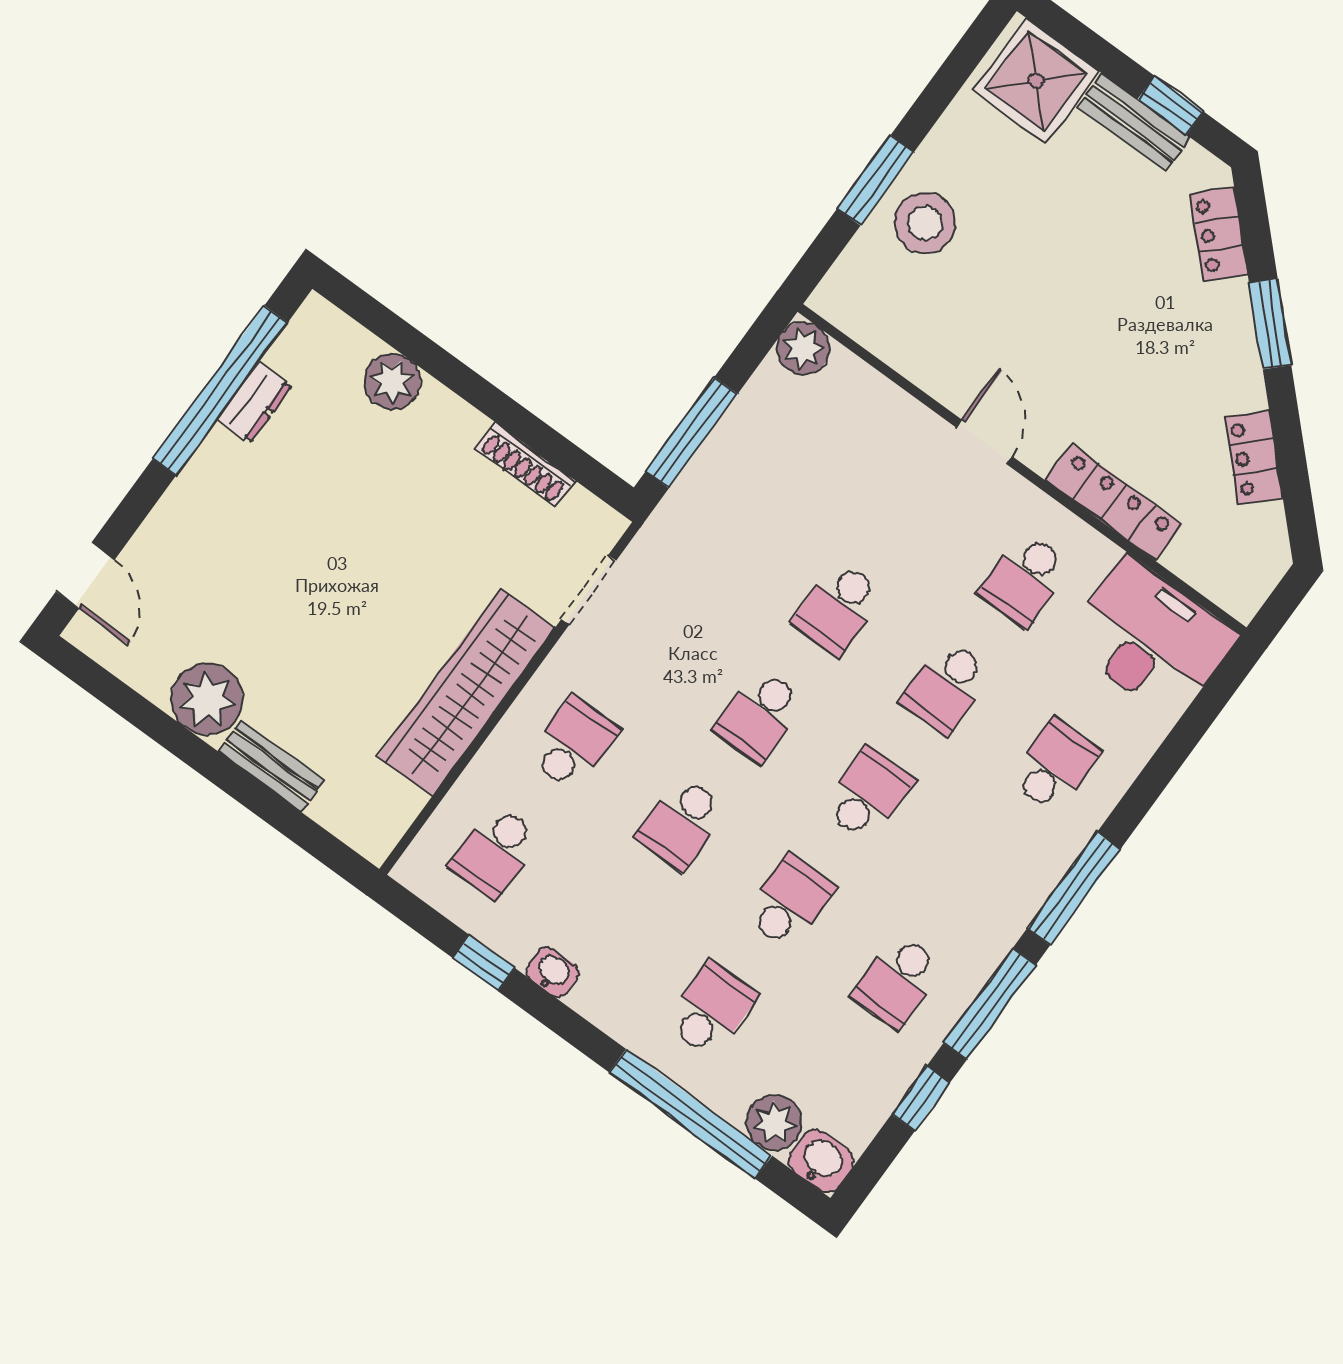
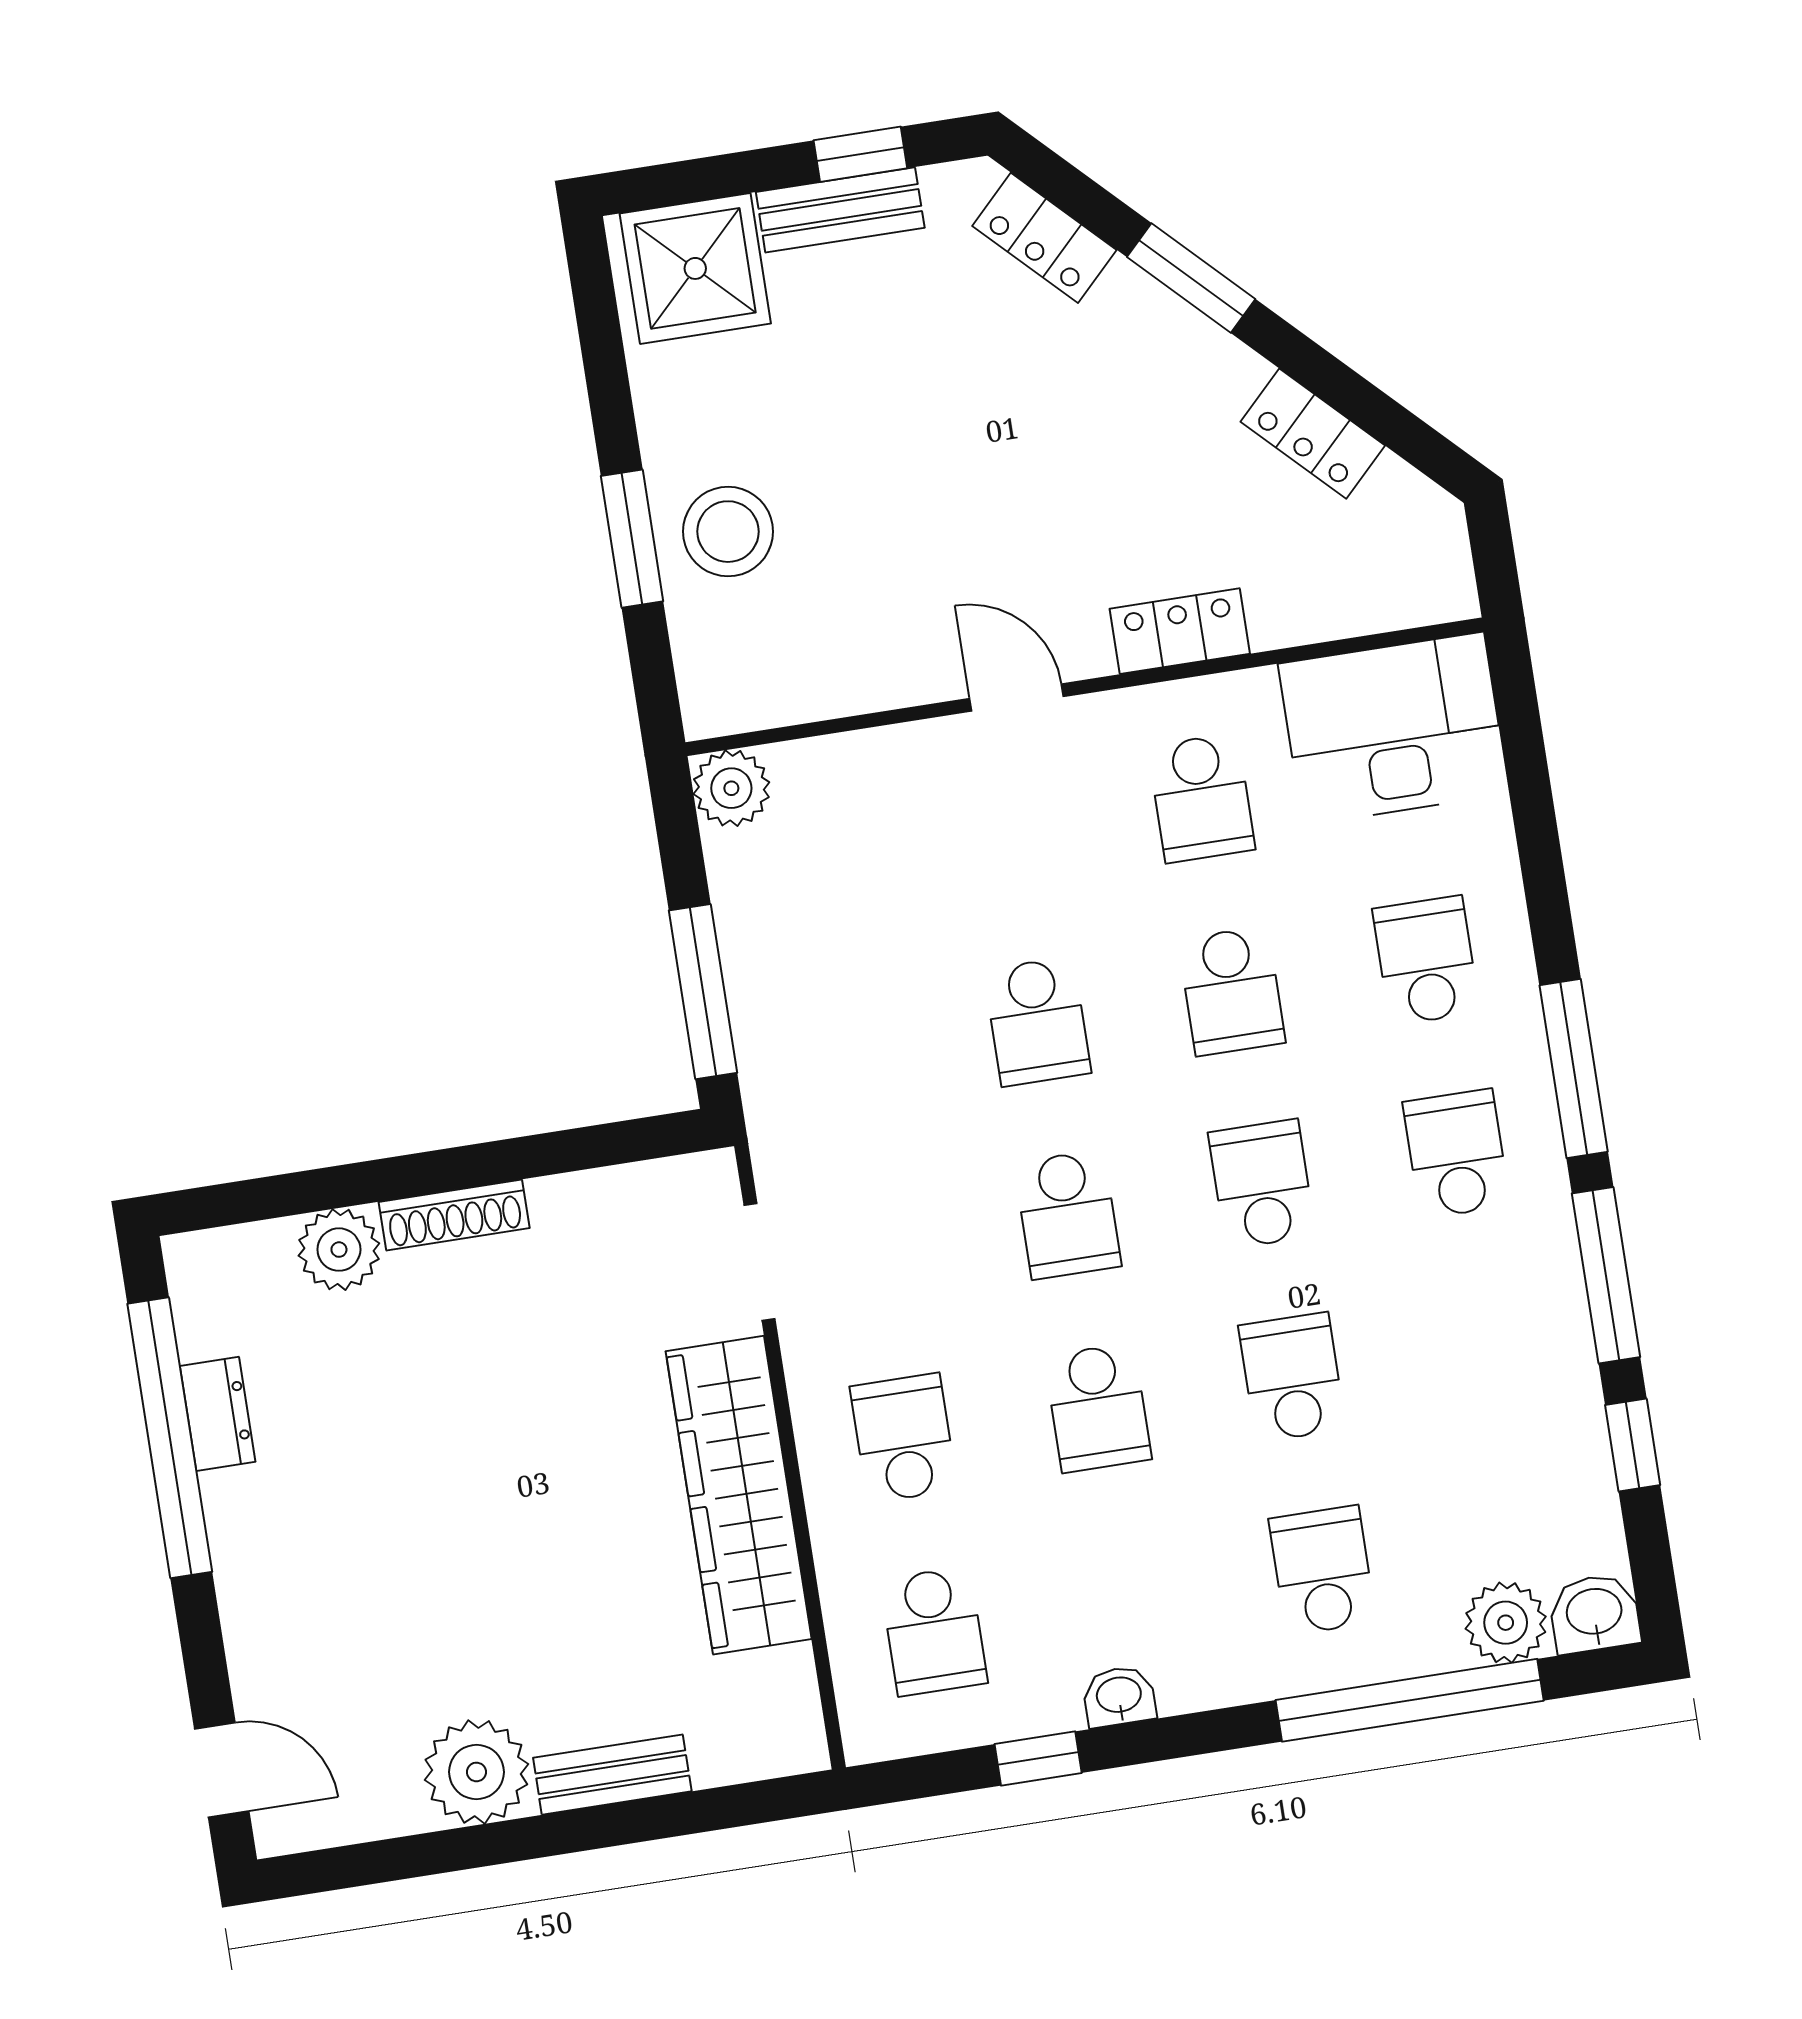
shoe rack: (525, 465) -> (454, 1215), moved
locker: (1114, 502) -> (1180, 631), width x0.66
school desk: (898, 981) -> (1456, 1154), moved, turned 180

